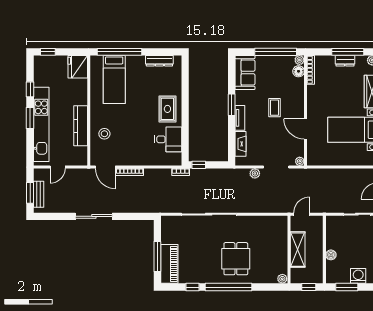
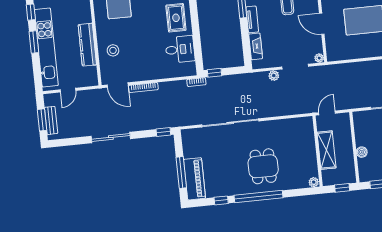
window: (144, 216) -> (163, 132), added

